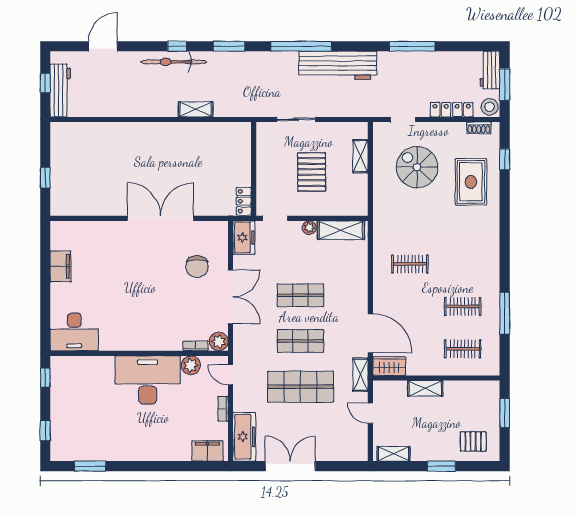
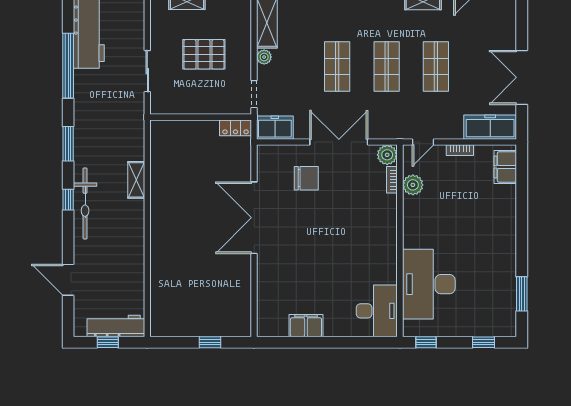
desk: (148, 380) -> (429, 284), moved
shop shelf: (300, 387) -> (436, 66), width x0.70, depth x0.74

